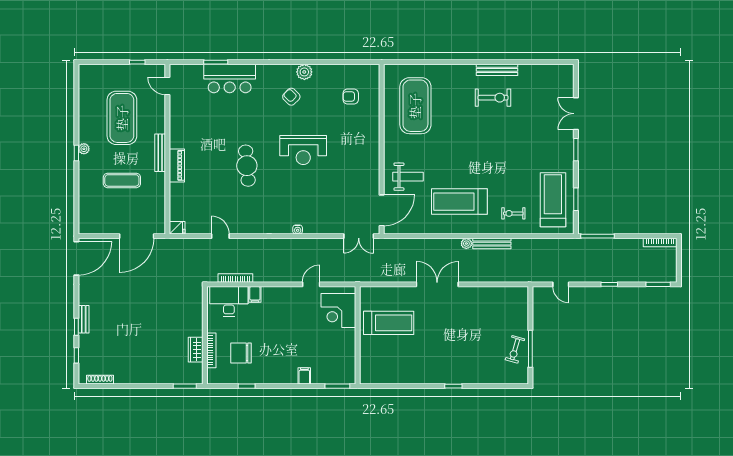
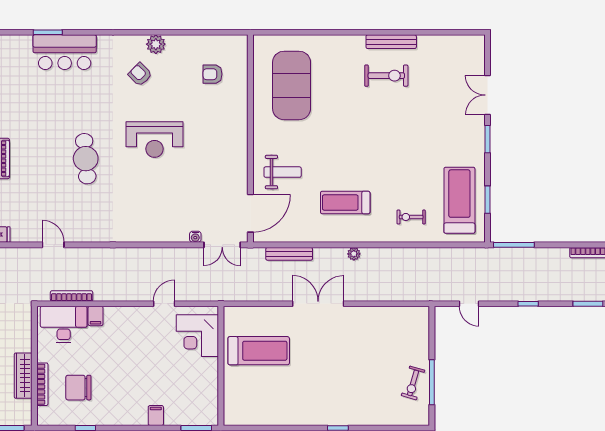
treadmill: (459, 202) -> (345, 203), width x0.73, depth x0.73
water cooler: (298, 230) -> (195, 237), moved
bench: (492, 244) -> (289, 254), moved
wardrobe: (196, 350) -> (23, 376), width x1.50

